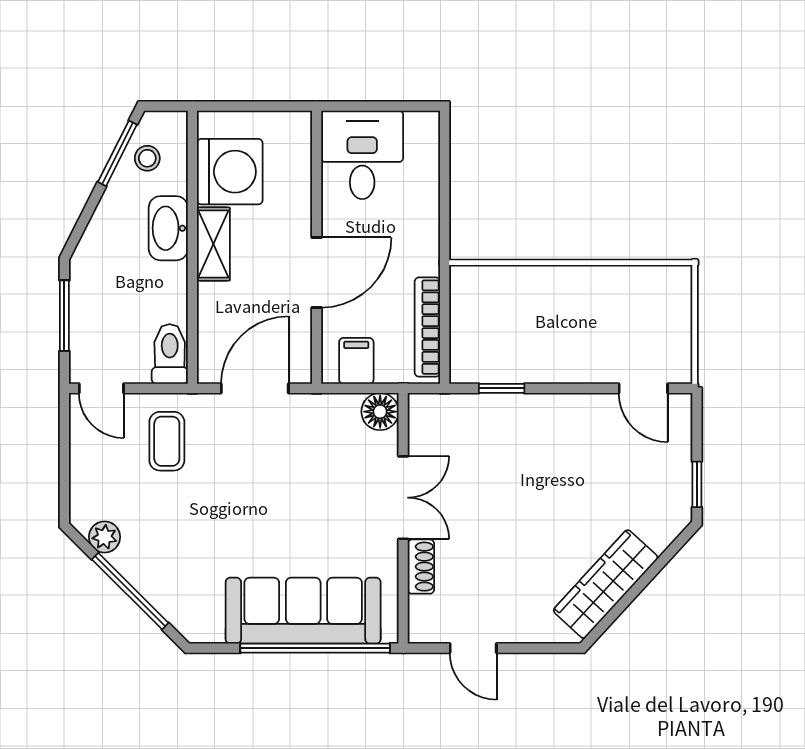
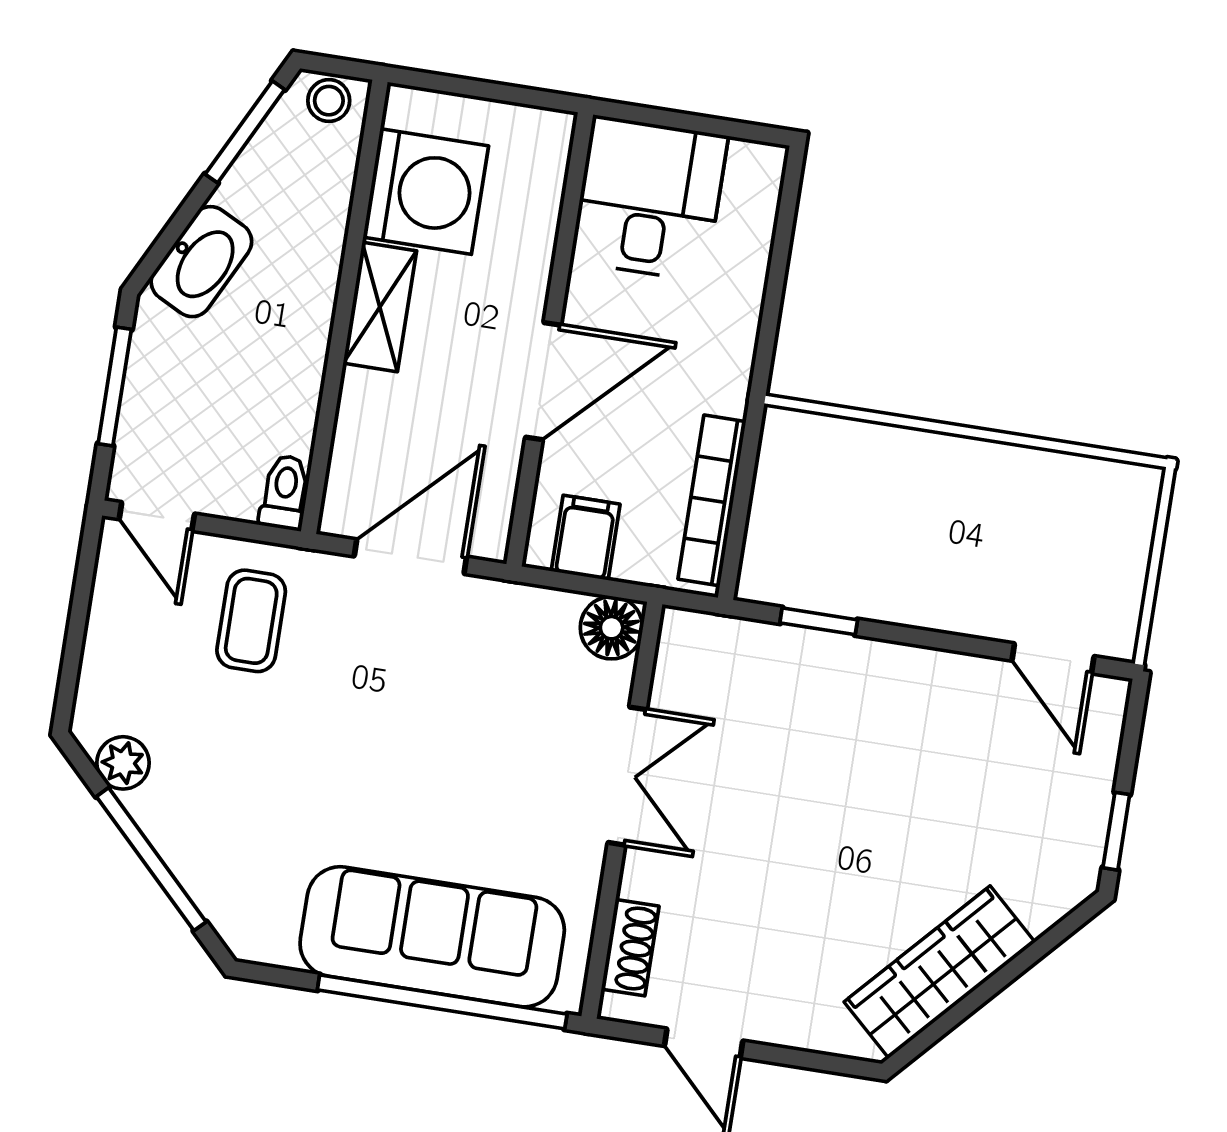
stool: (147, 158) -> (329, 101), moved
washbasin: (168, 228) -> (201, 262), moved, turned -153
toilet: (170, 354) -> (285, 492), width x0.73, depth x0.72
shoe rack: (421, 567) -> (630, 948), moved

